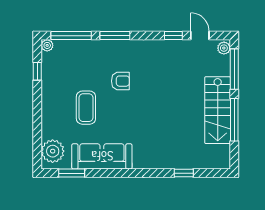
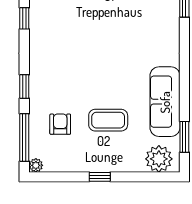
window: (115, 36) -> (24, 87), width x0.67
window: (37, 71) -> (100, 177), moved
armchair: (120, 81) -> (60, 124), moved

